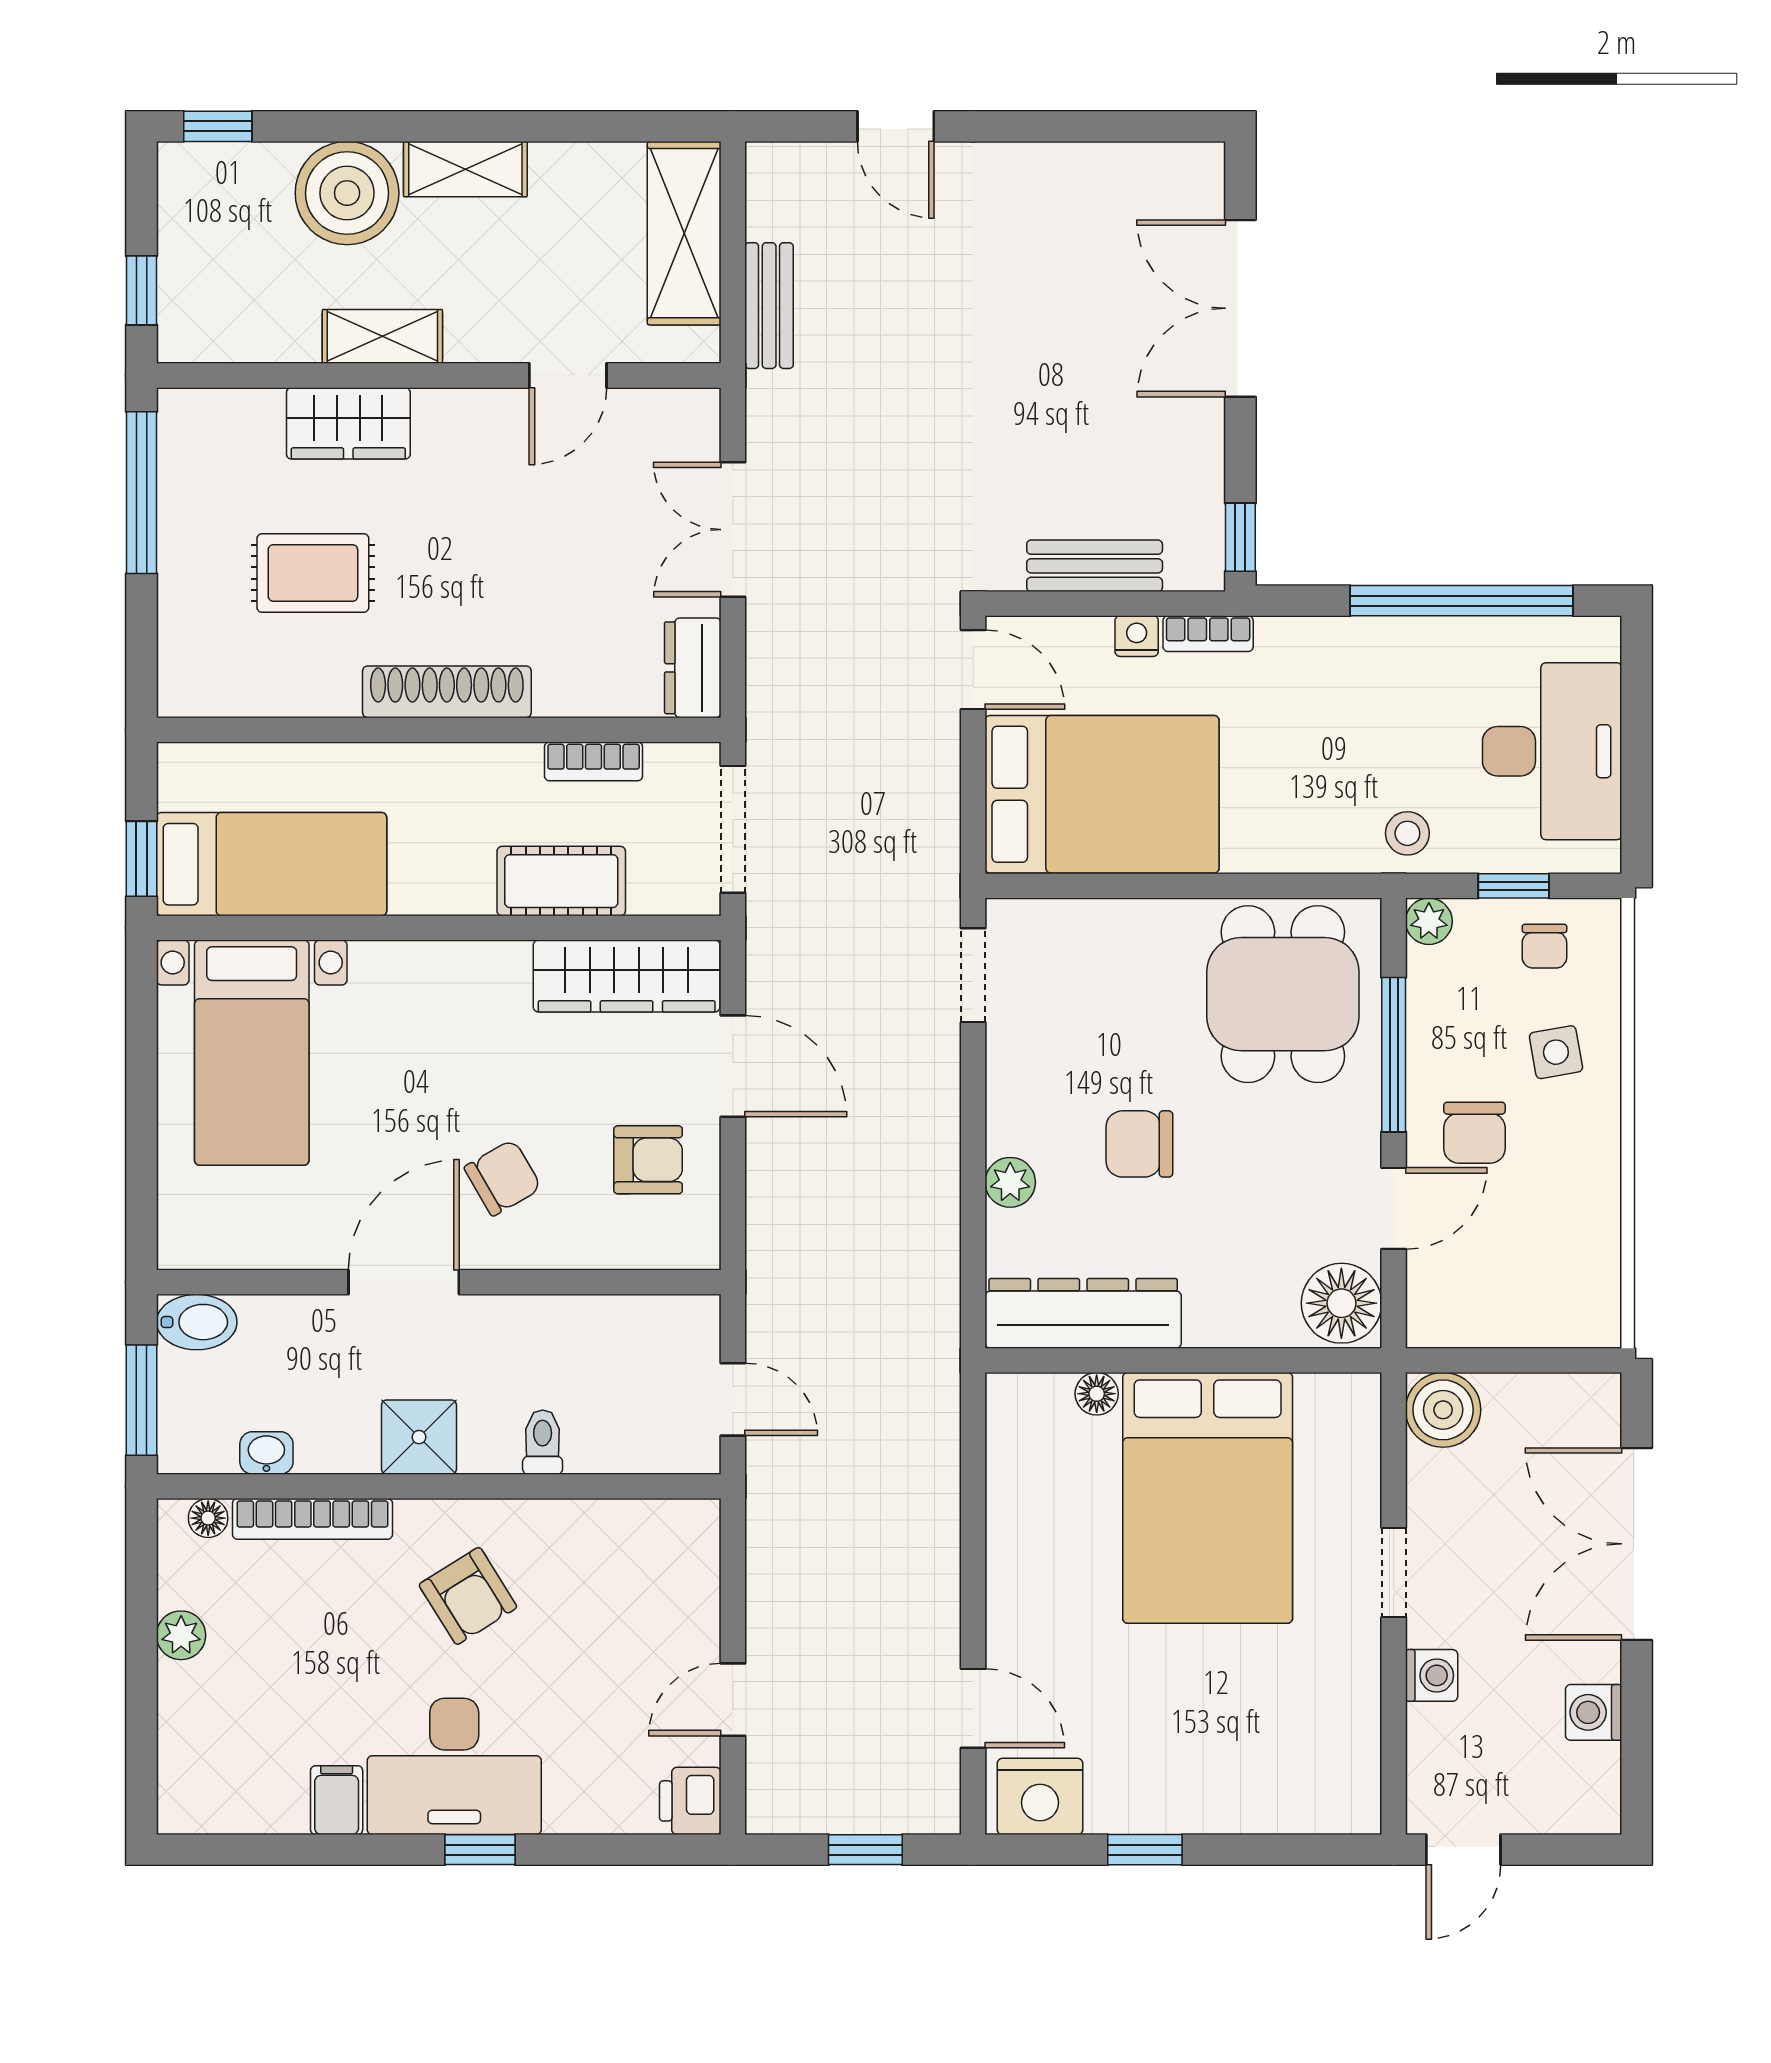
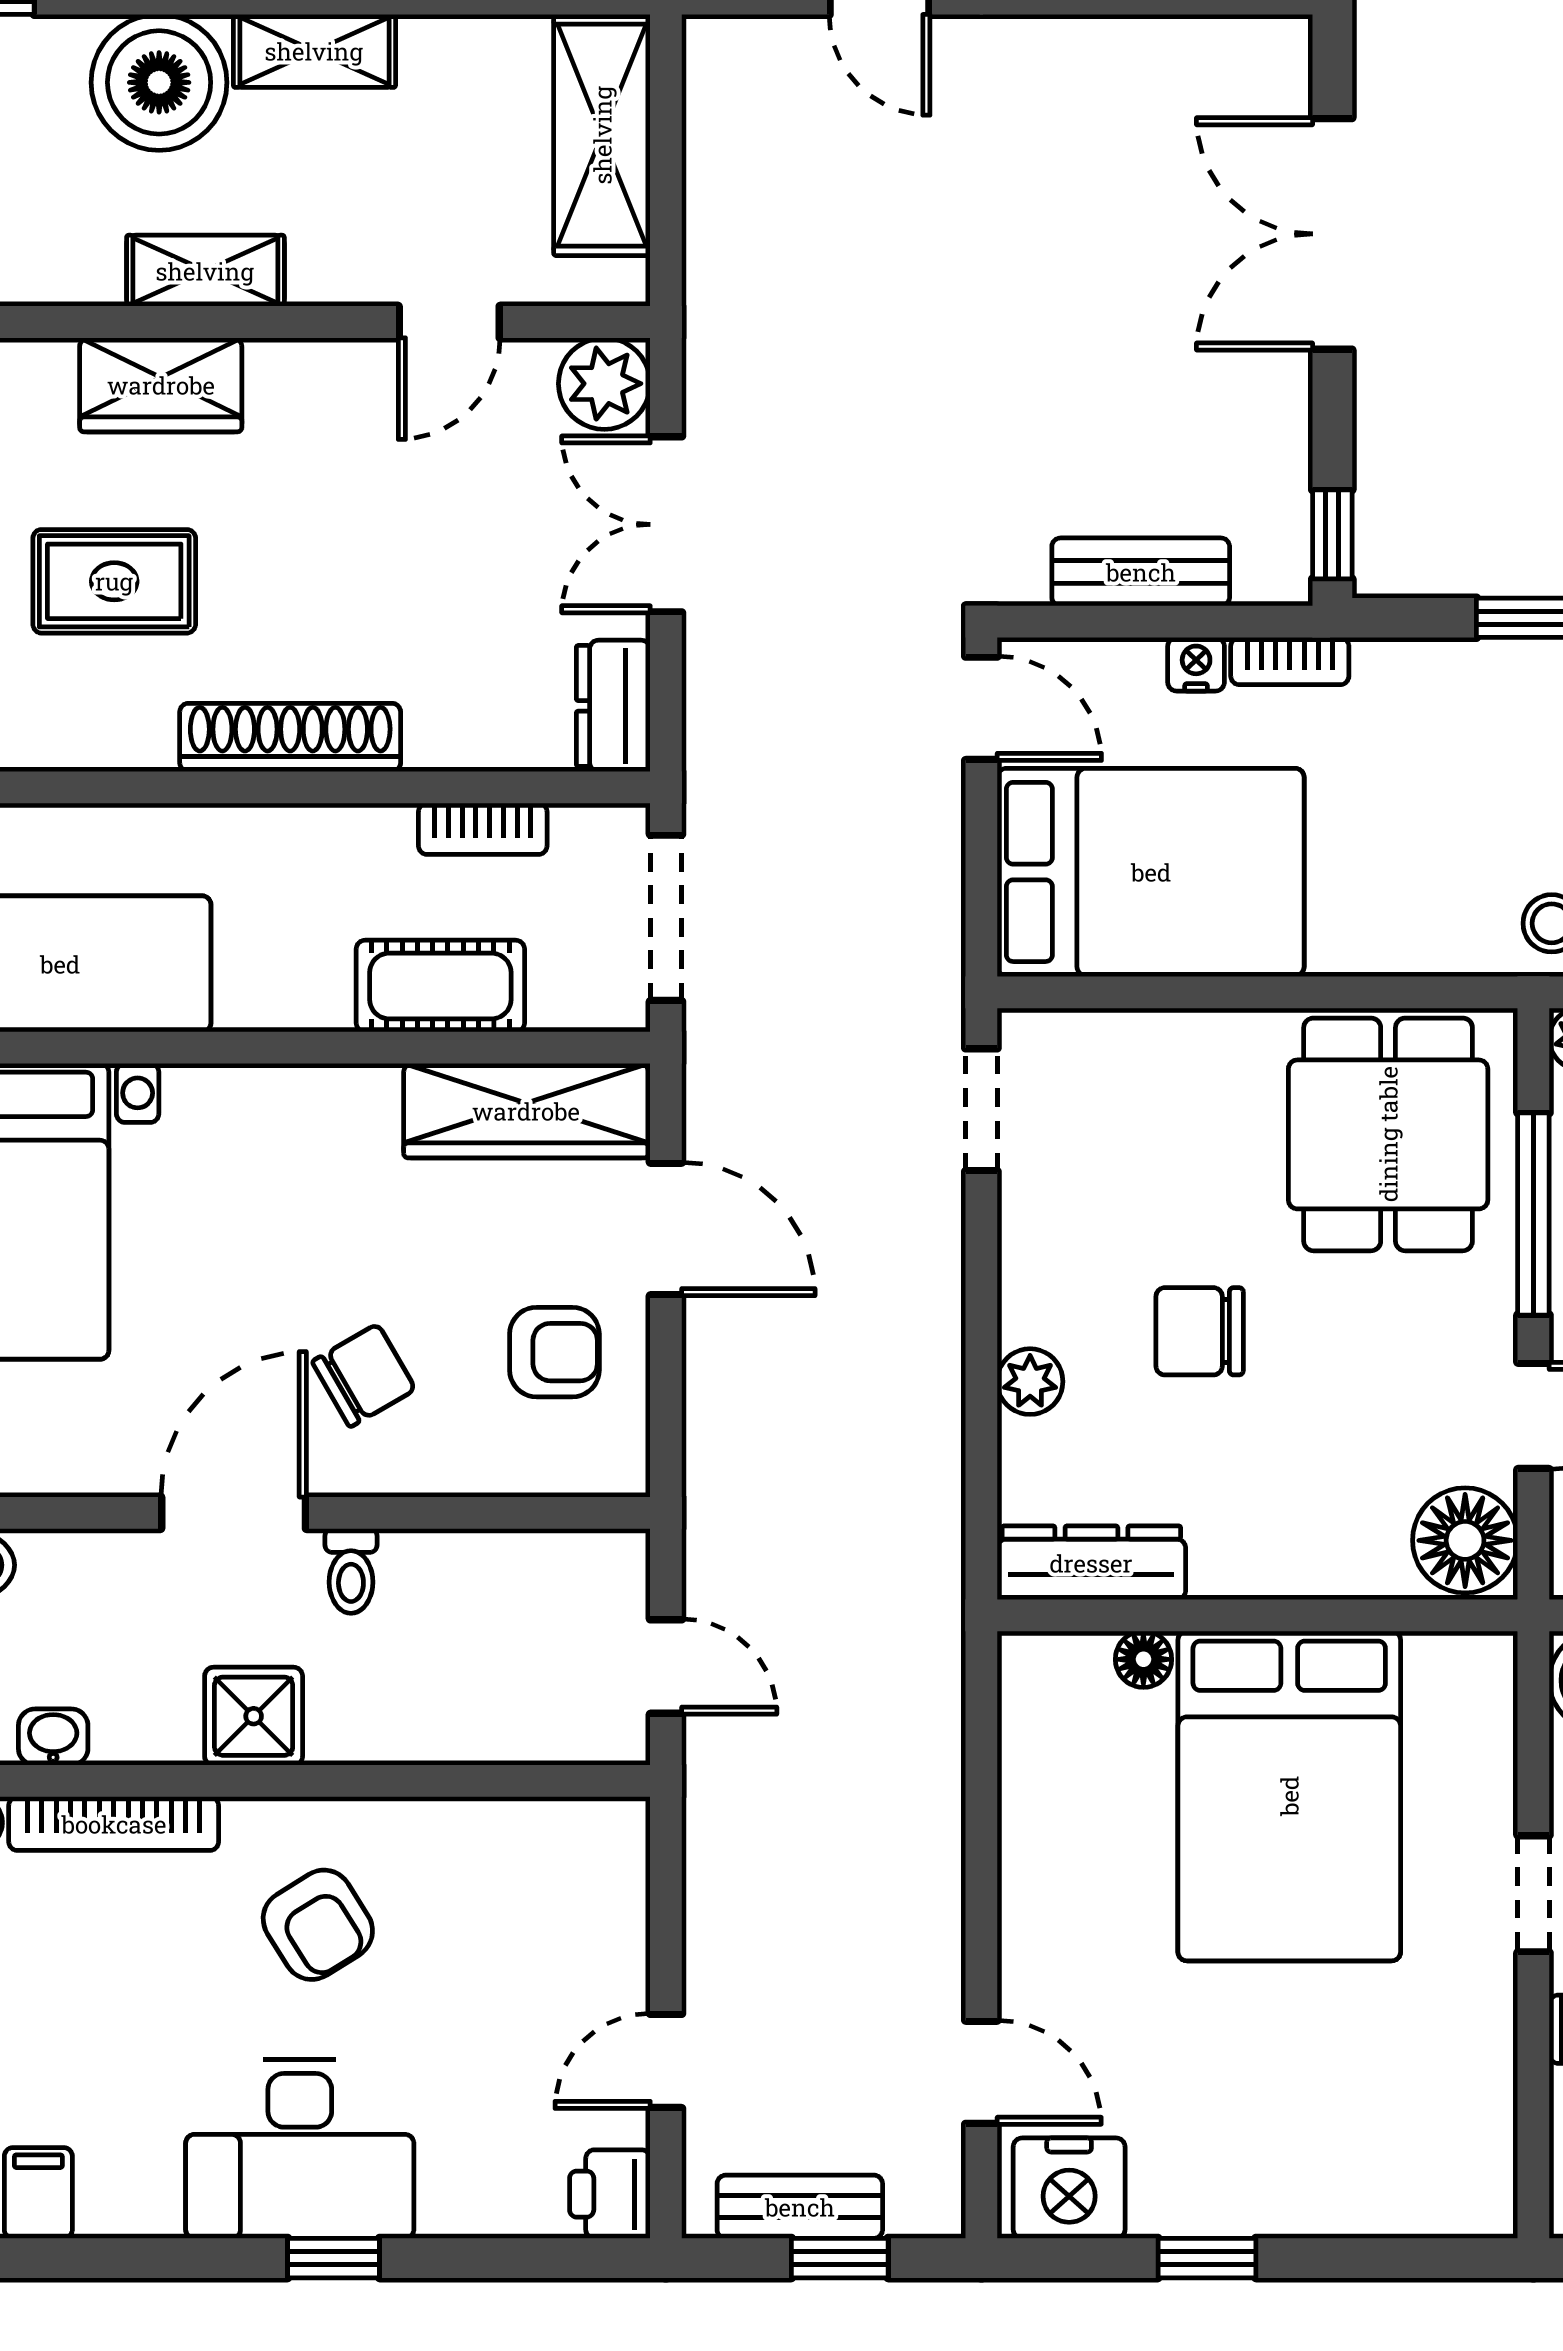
bench: (769, 306) -> (800, 2207), moved, turned 90
plant: (686, 422) -> (604, 384), added
dresser: (1083, 1313) -> (1091, 1563), width x0.73, depth x0.80
toilet: (543, 1442) -> (351, 1571), moved, turned 180
filing cabinet: (337, 1800) -> (38, 2193), moved

